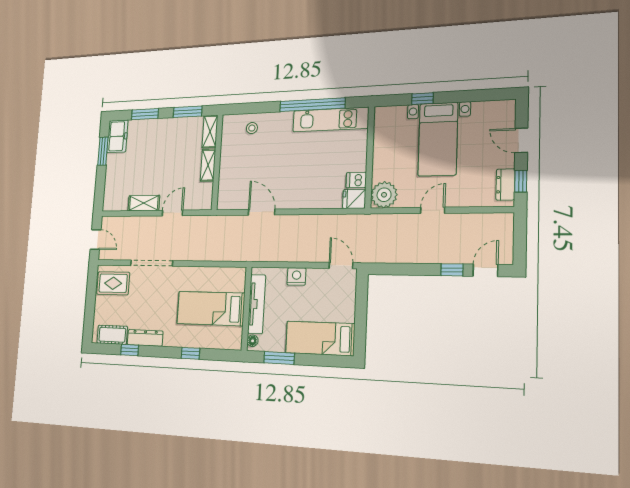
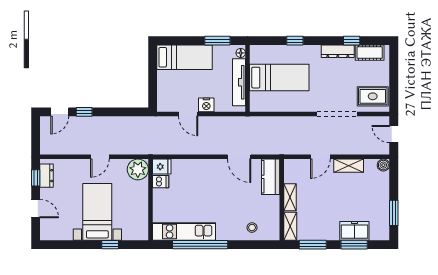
freezer: (117, 136) -> (354, 231), moved, turned 90
kitchen counter: (228, 189) -> (271, 177), added
boiler: (109, 204) -> (383, 165), added
door: (341, 266) -> (188, 114), moved

